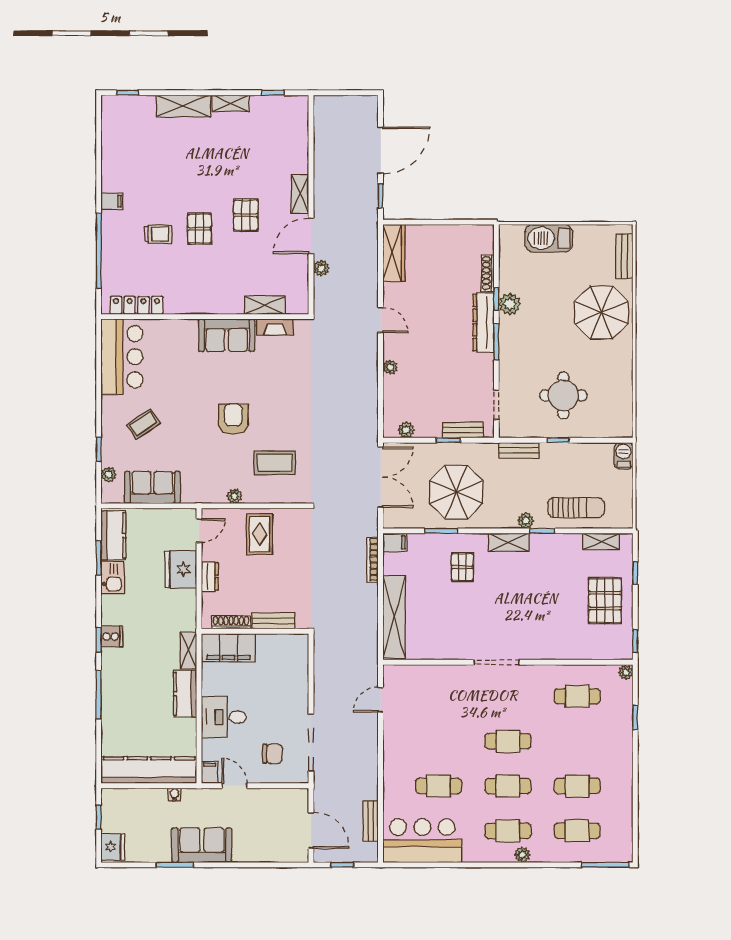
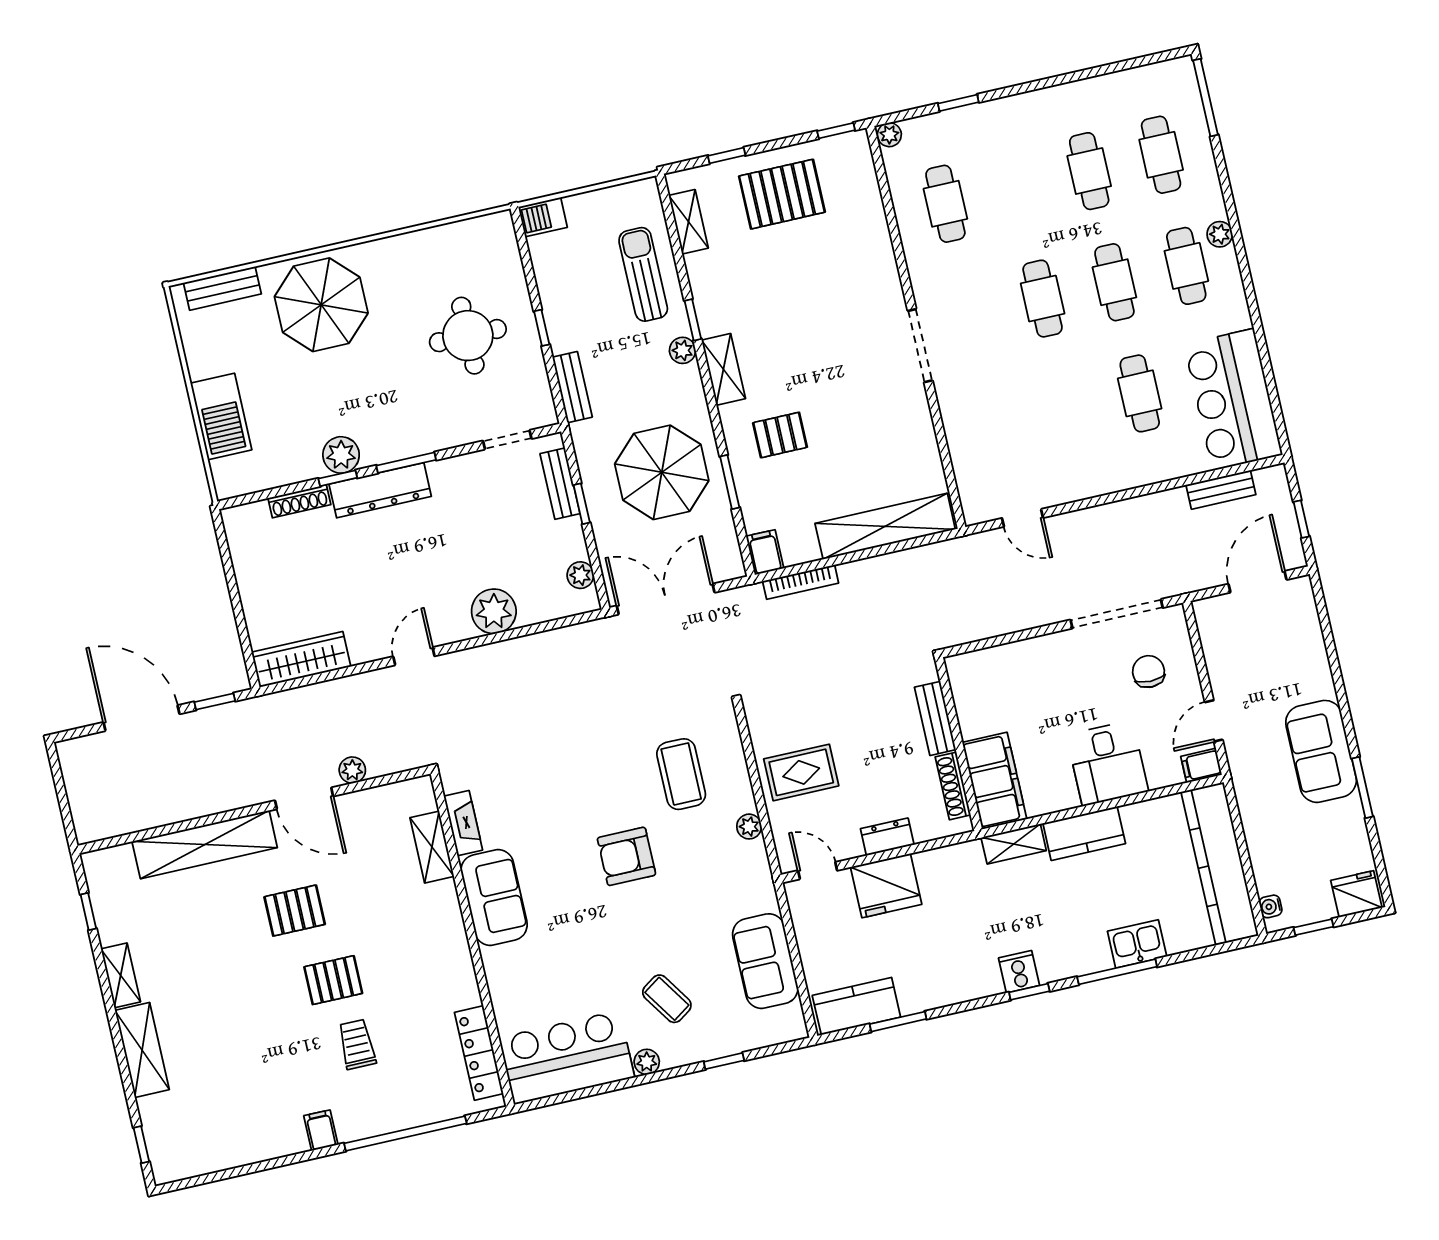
shelving: (300, 194) -> (205, 845), width x2.20, depth x1.33
plant: (390, 367) -> (494, 611), width x1.88, depth x1.88
plant: (109, 474) -> (647, 1062), moved
kitchen sink: (113, 578) -> (1137, 944), moved
water cooler: (174, 794) -> (1271, 906), moved

